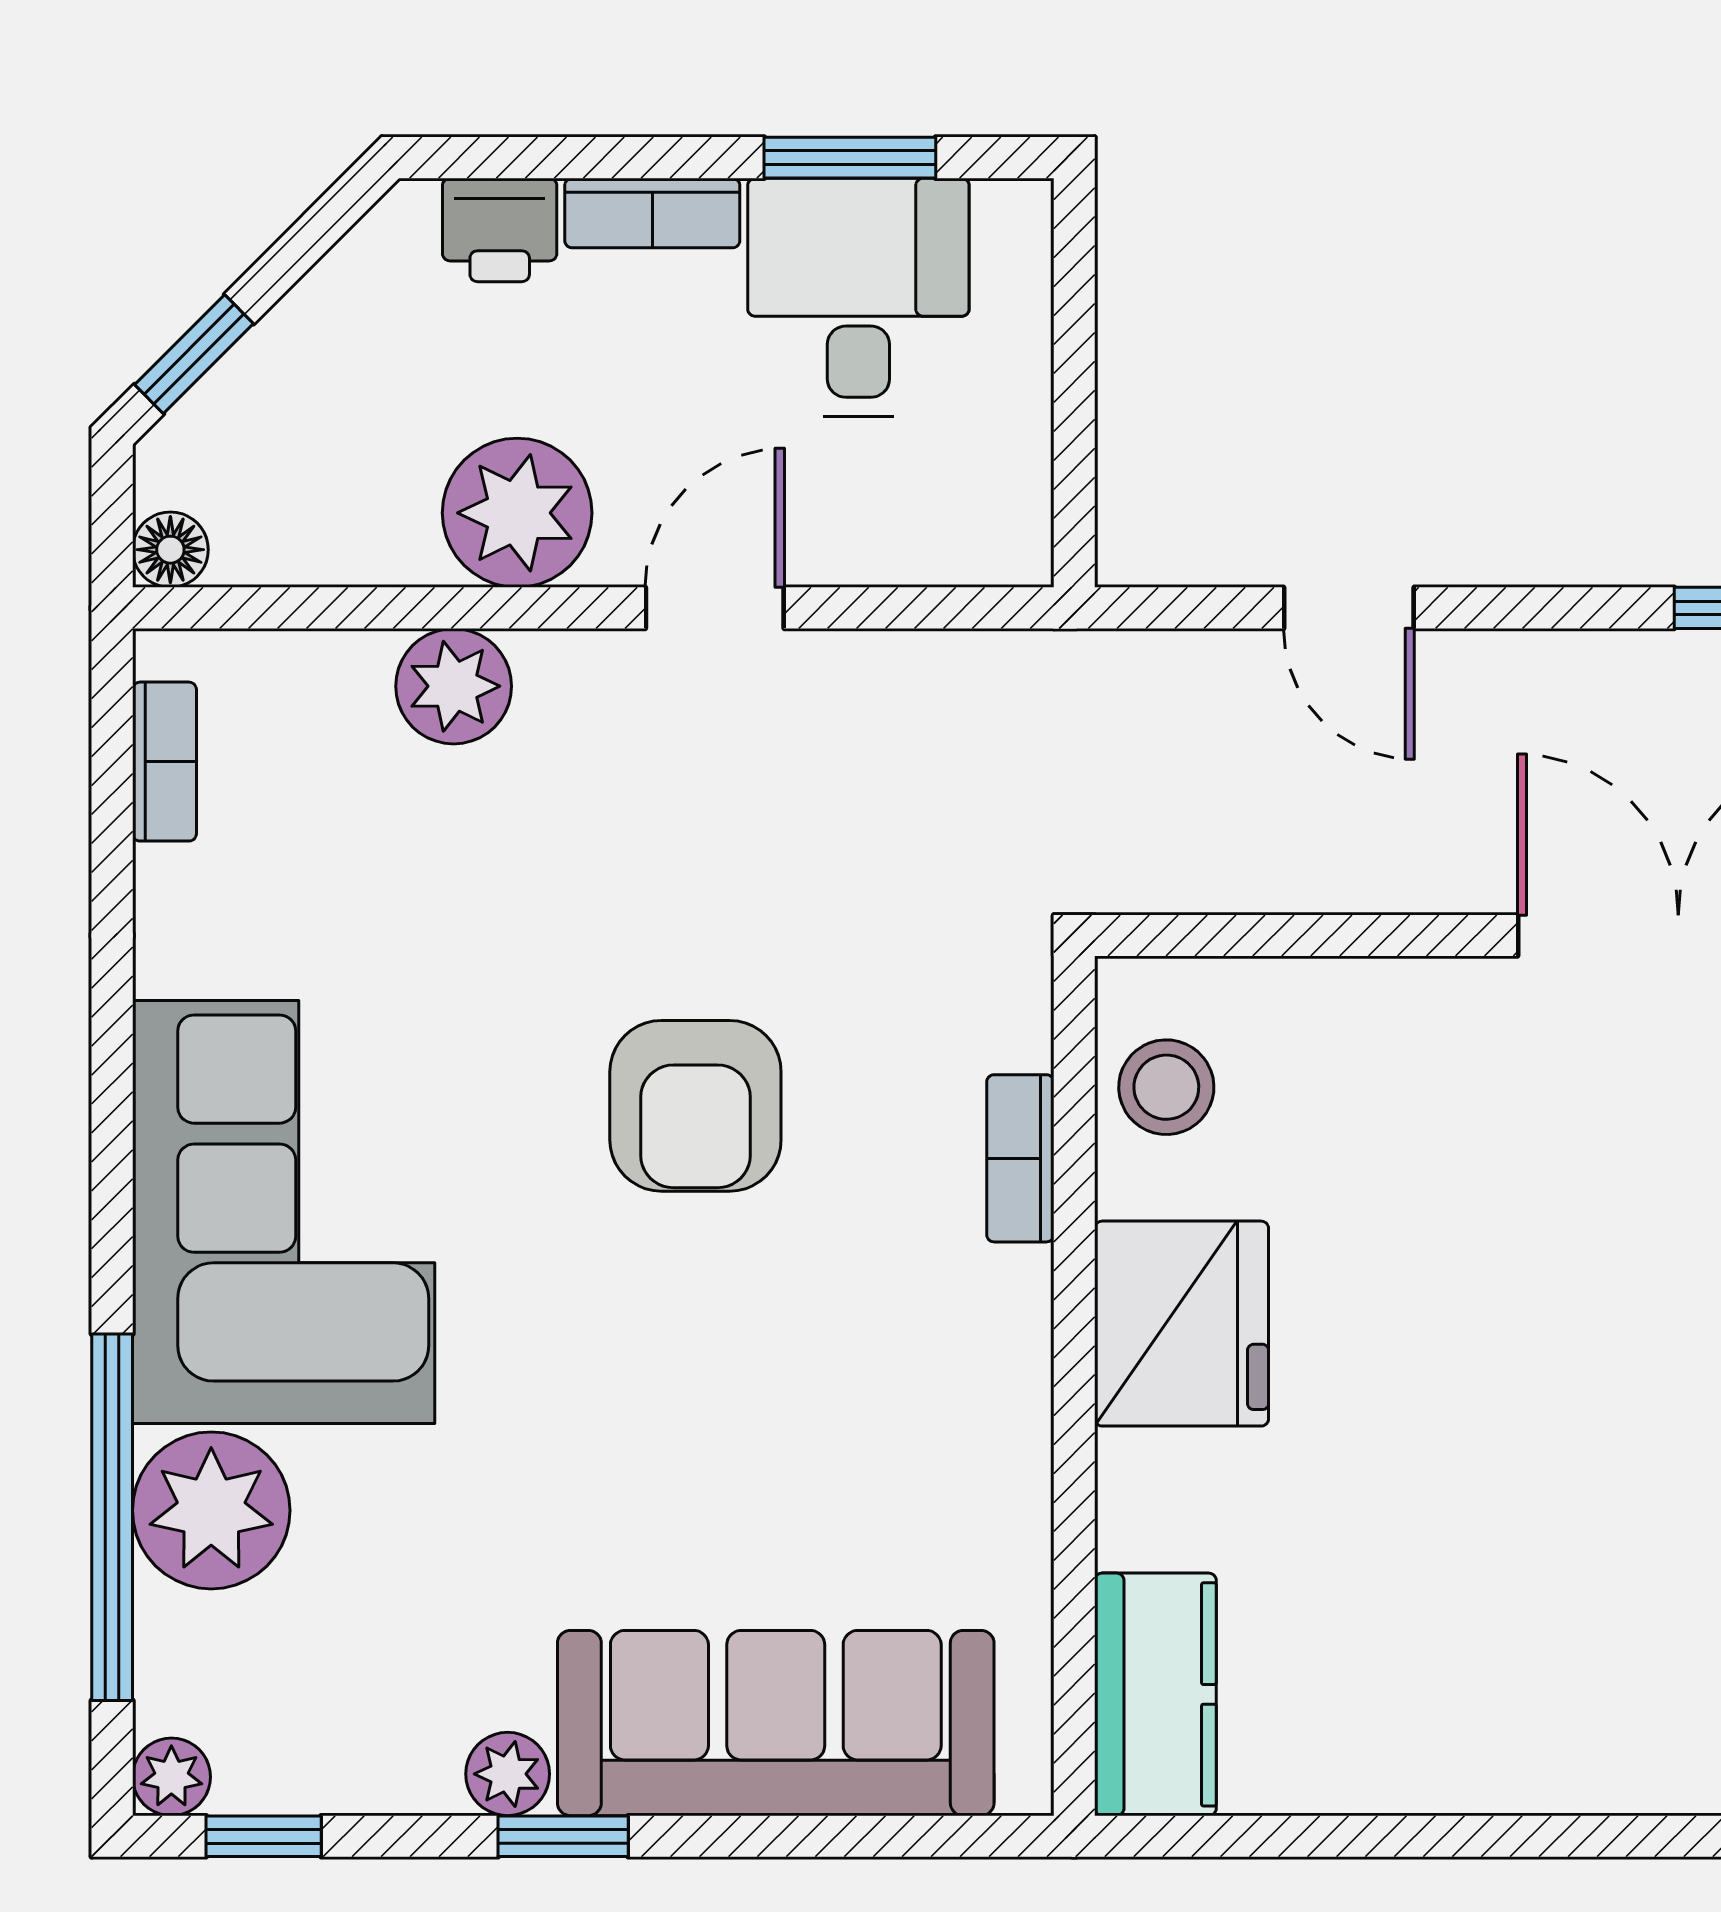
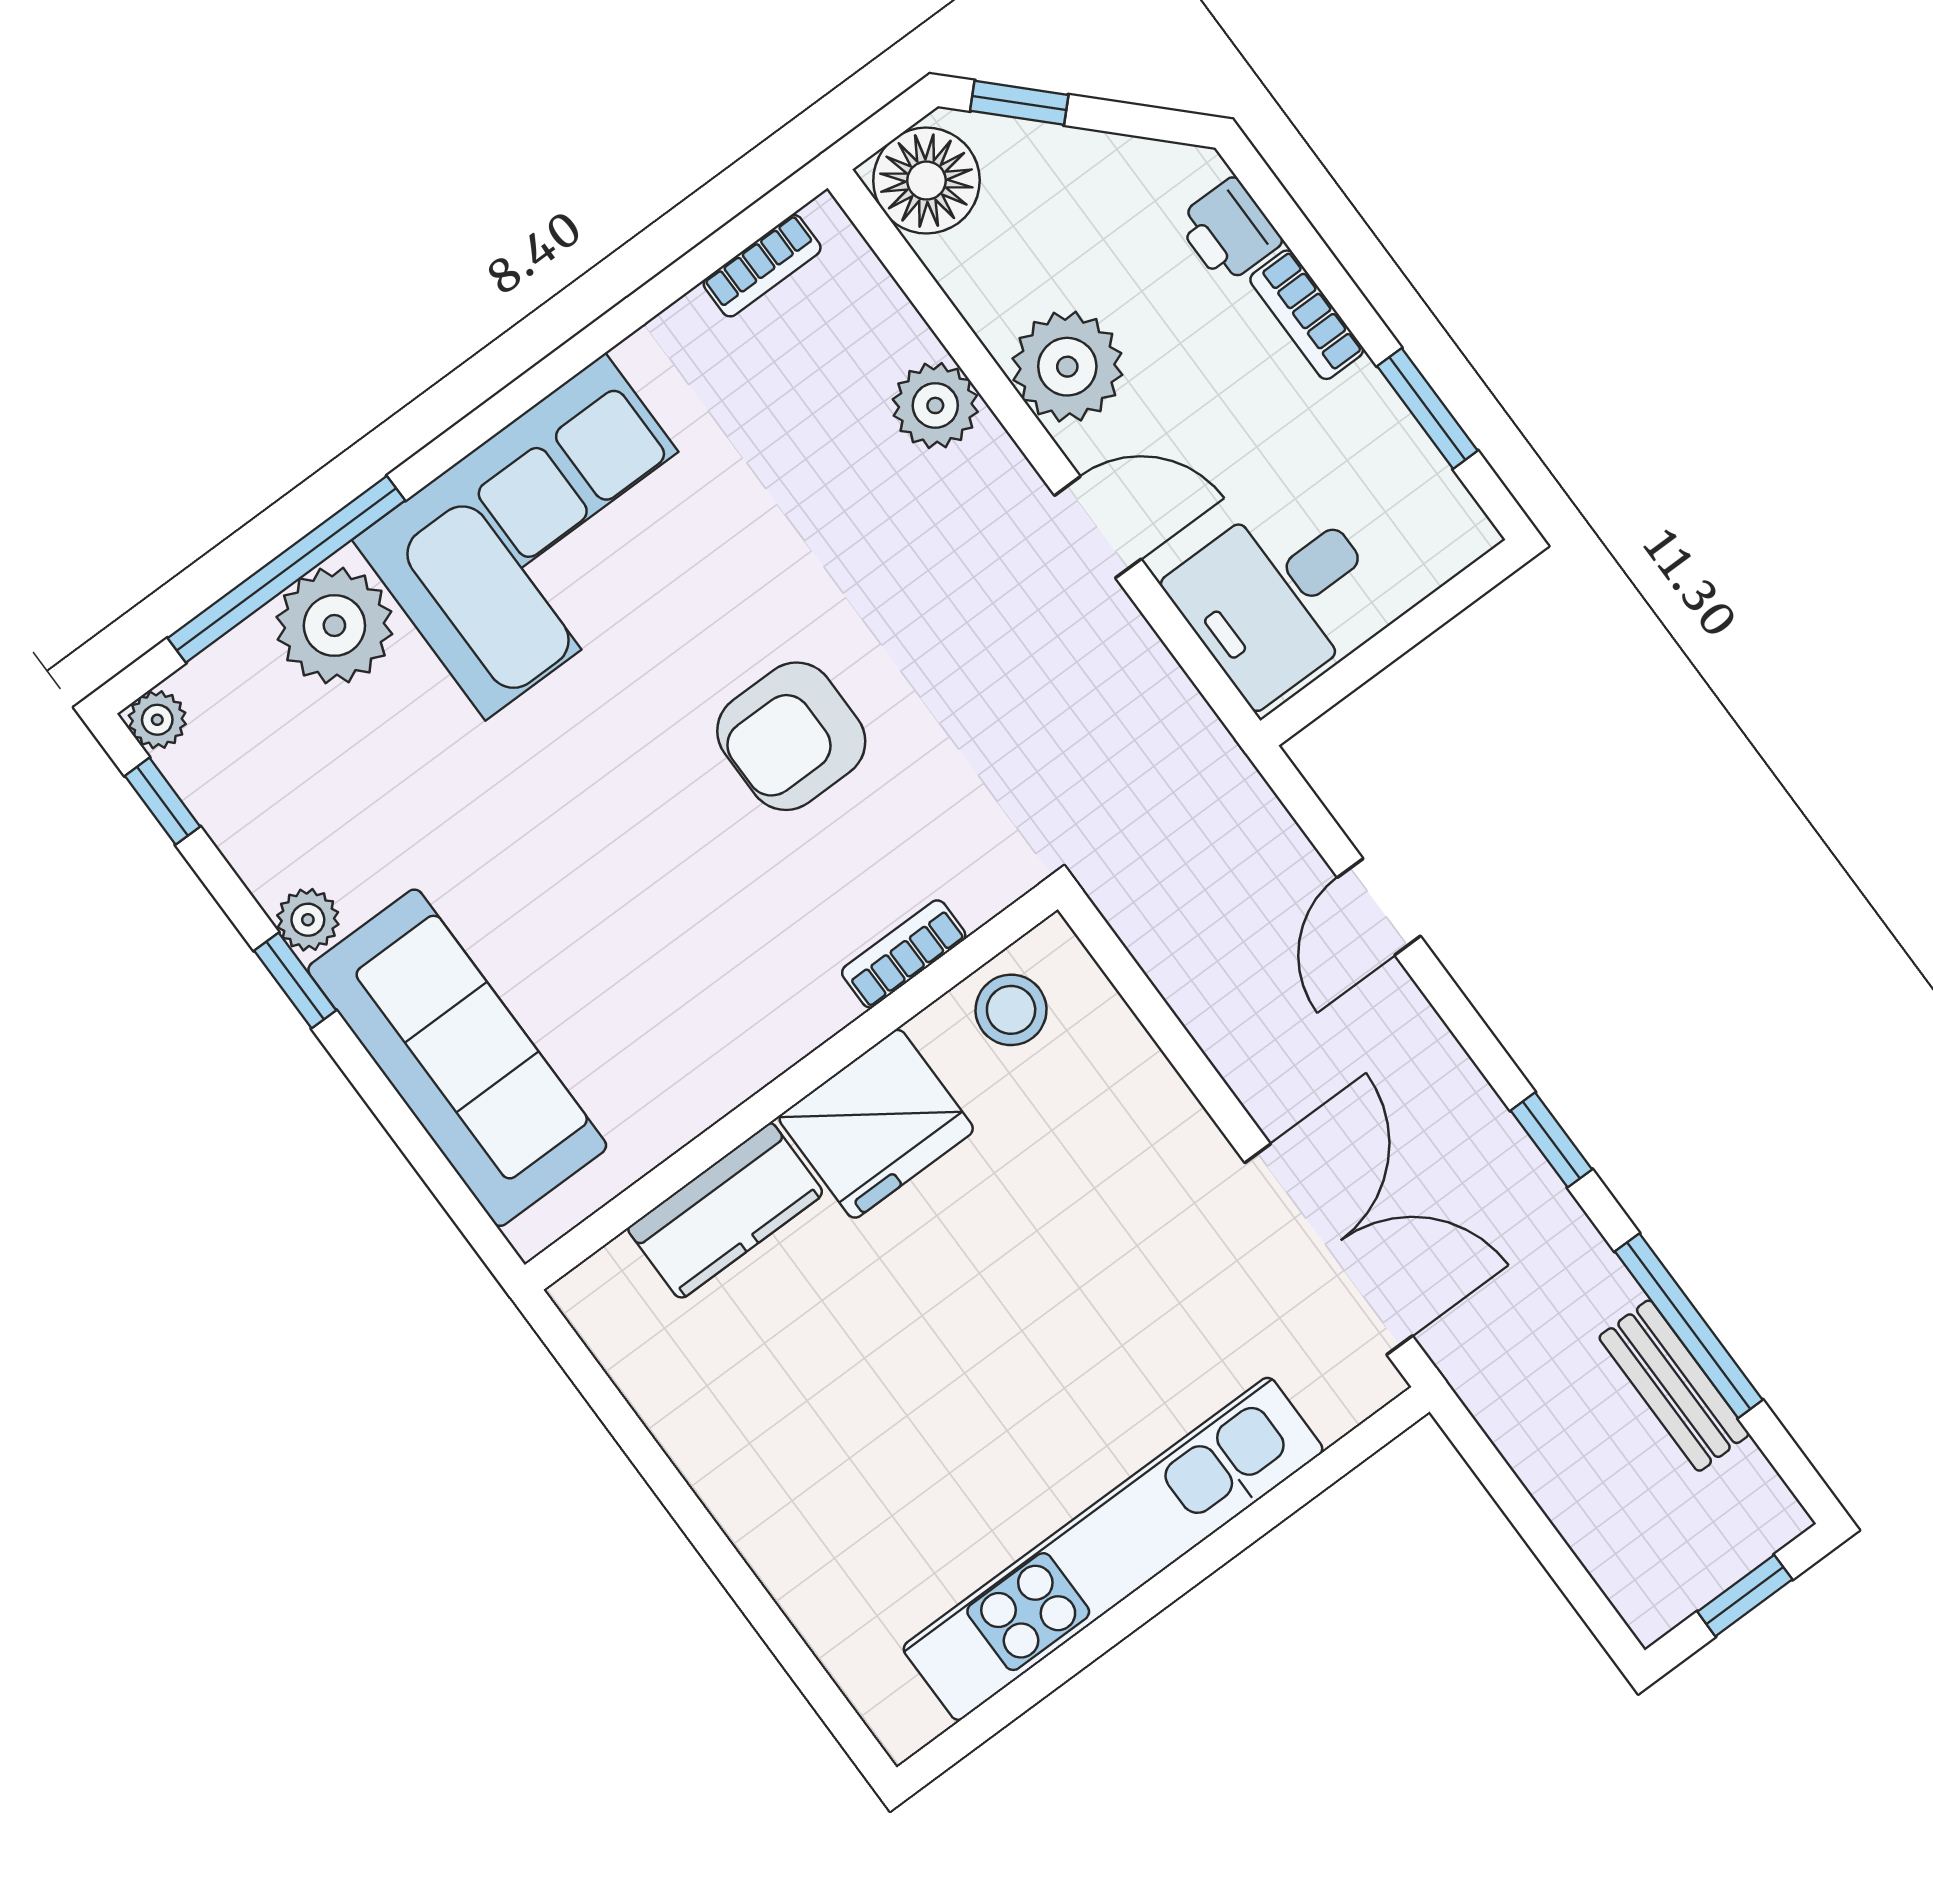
desk: (858, 297) -> (1278, 596), moved, turned 180
floor lamp: (170, 550) -> (926, 181), width x1.89, depth x1.89
kitchen counter: (1155, 1694) -> (726, 1211), moved

